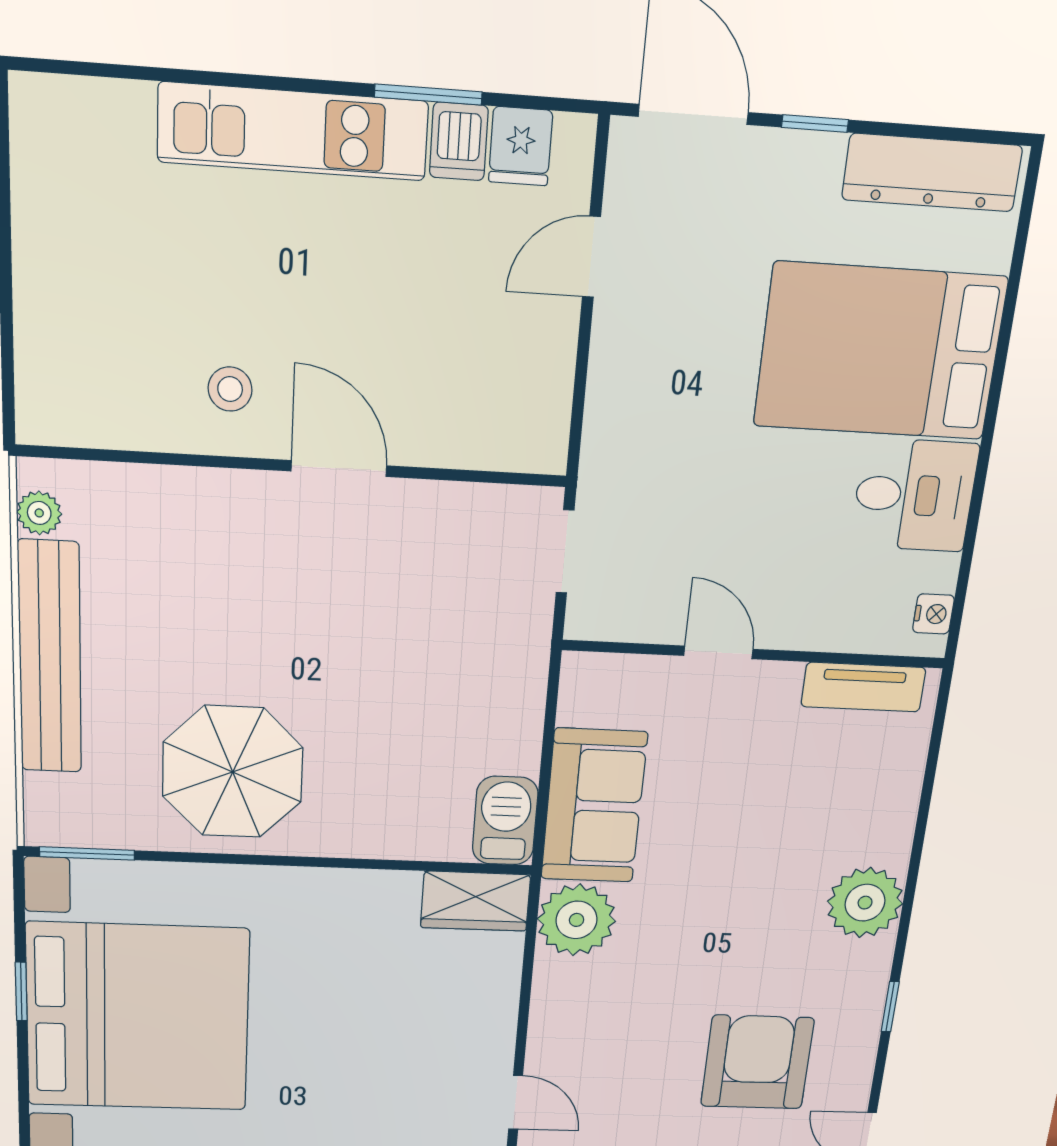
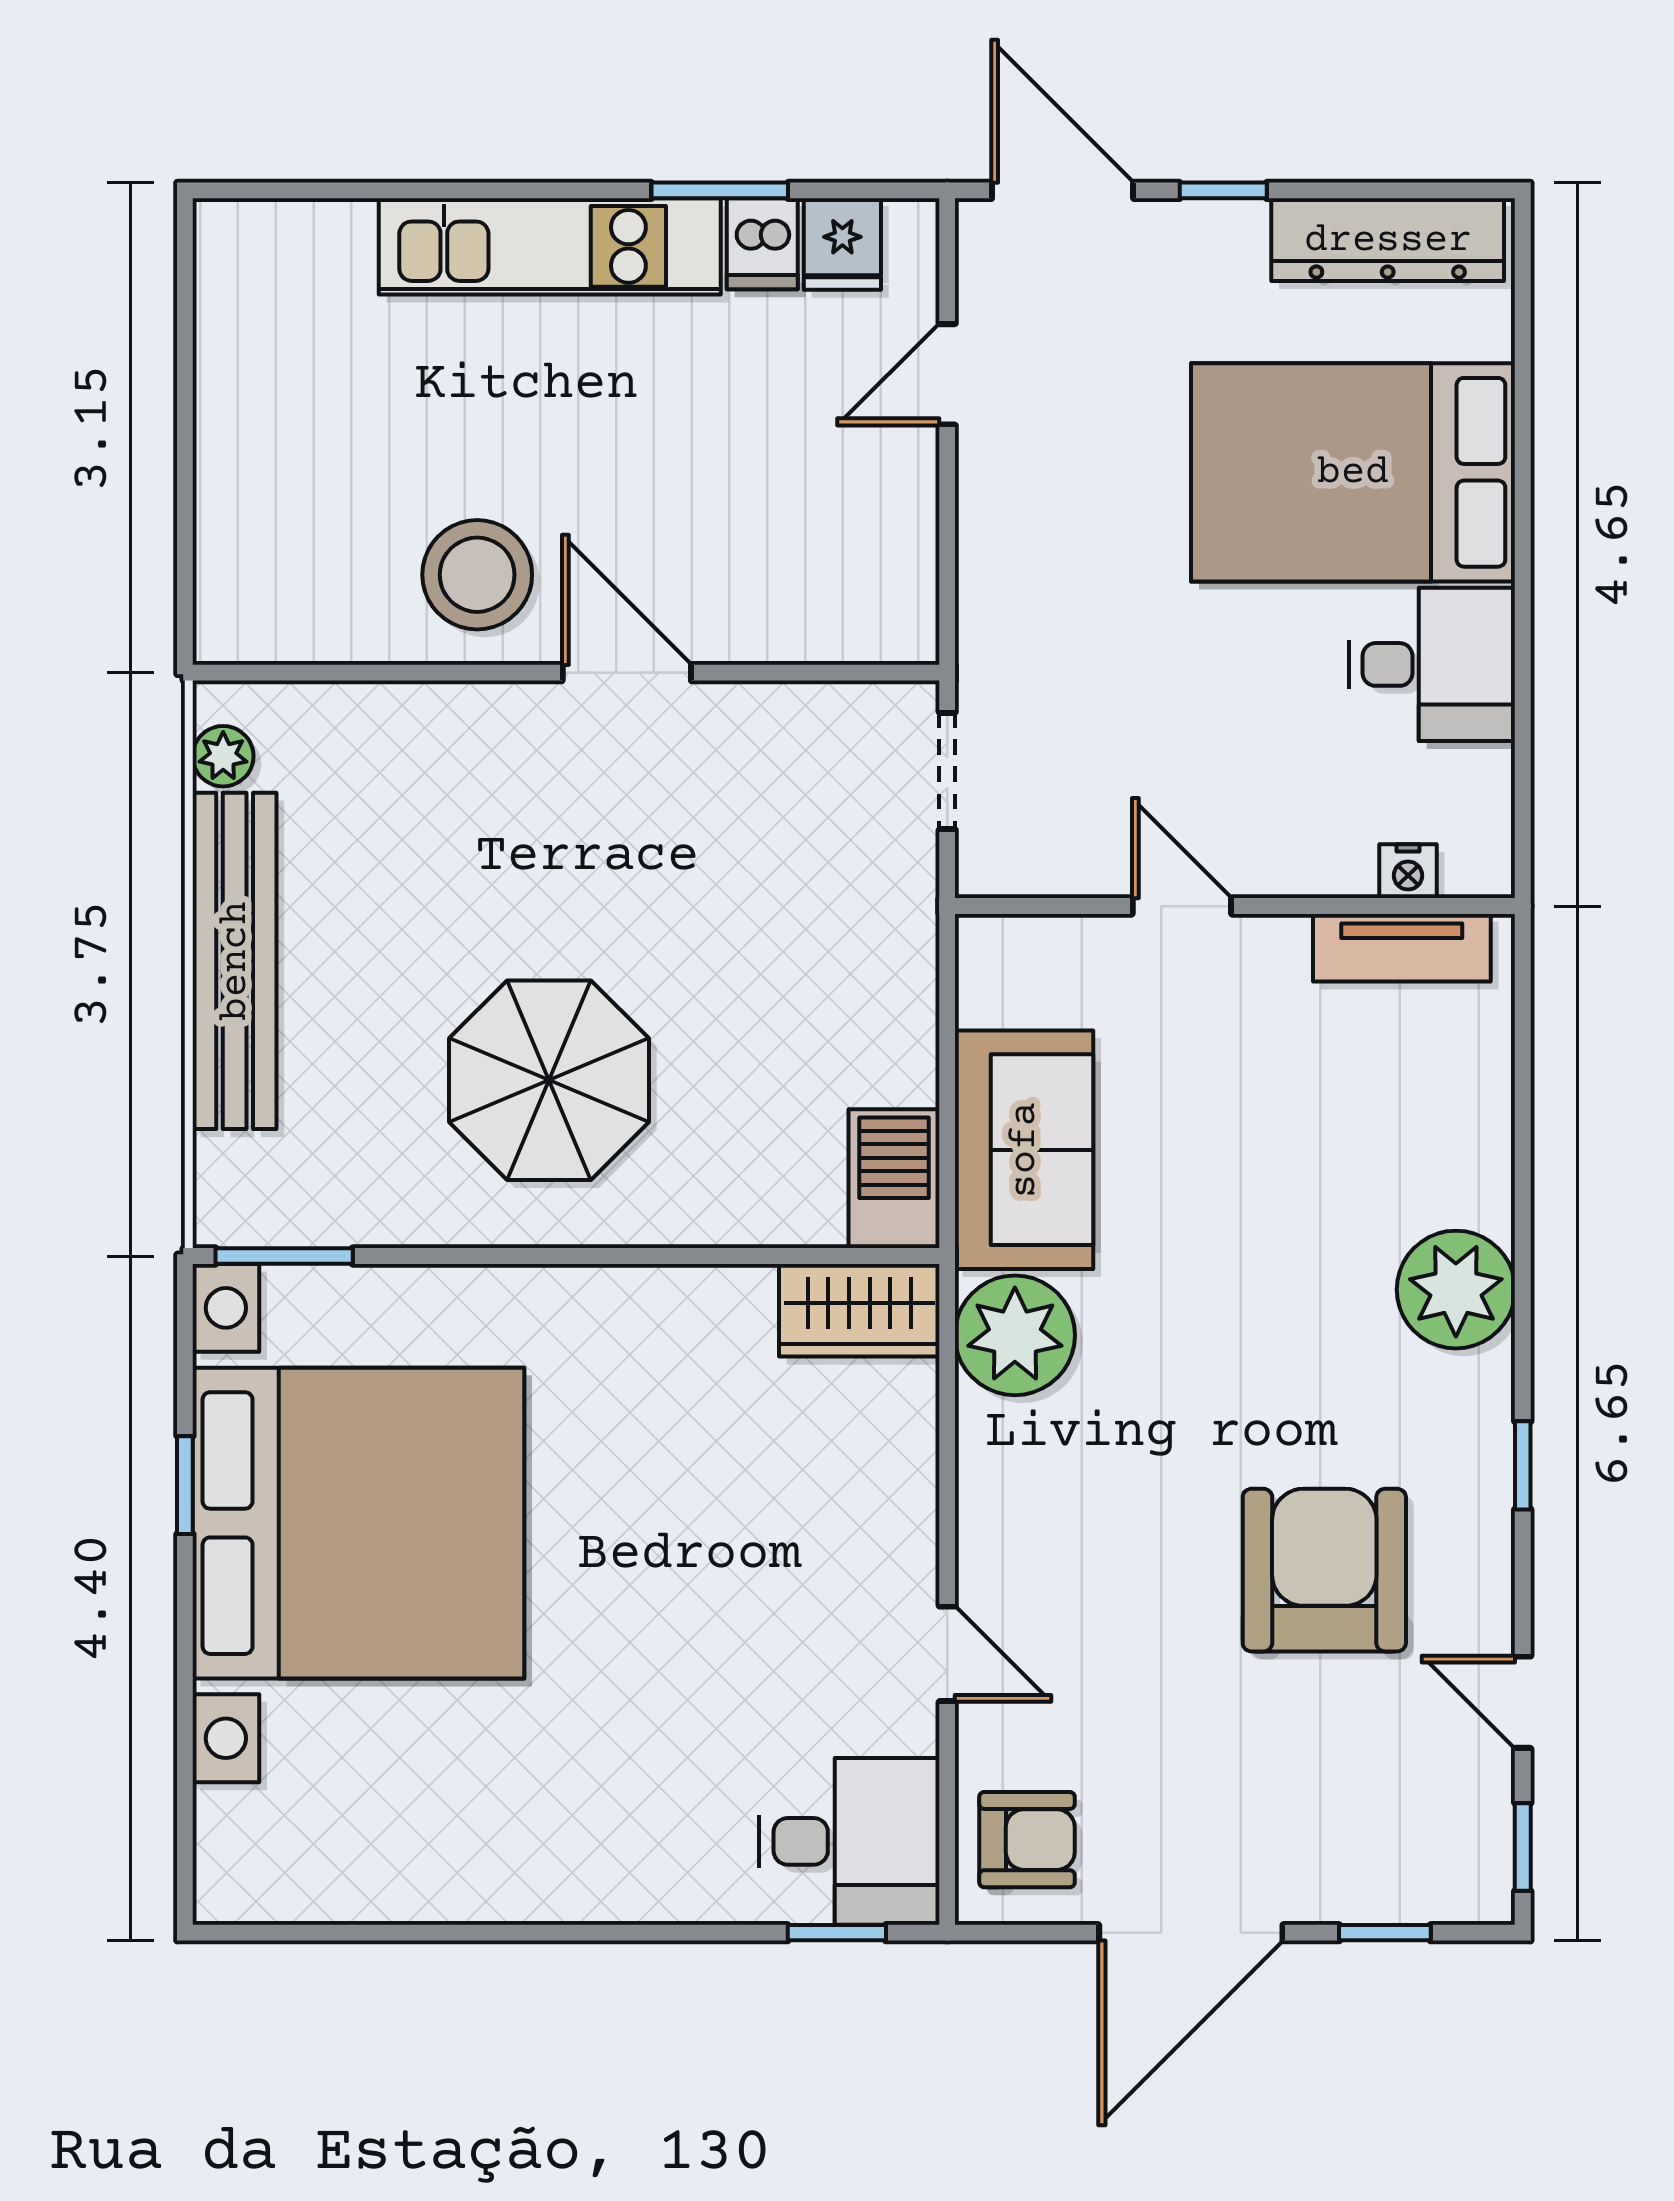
stool: (230, 389) -> (477, 575), width x1.89, depth x1.89
nightstand: (933, 614) -> (1408, 871), moved, turned 90
parasol: (233, 772) -> (549, 1080), moved

